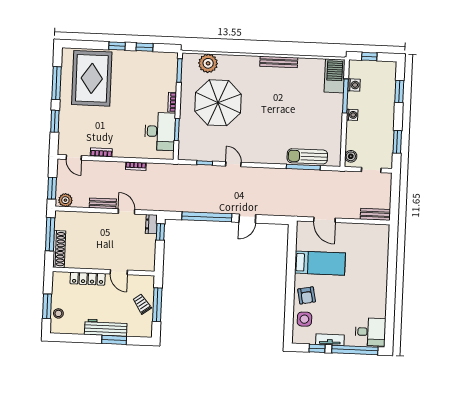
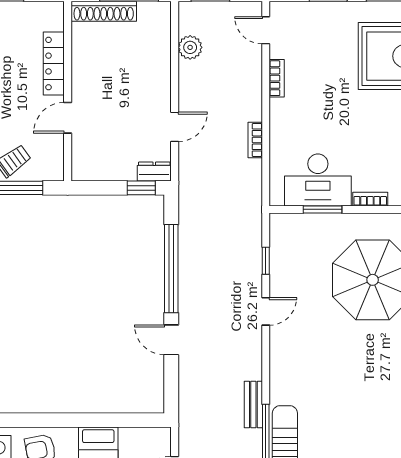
door: (74, 157) -> (266, 30), hinge flipped
plant: (65, 200) -> (190, 47), moved
bench: (103, 203) -> (253, 404), moved

